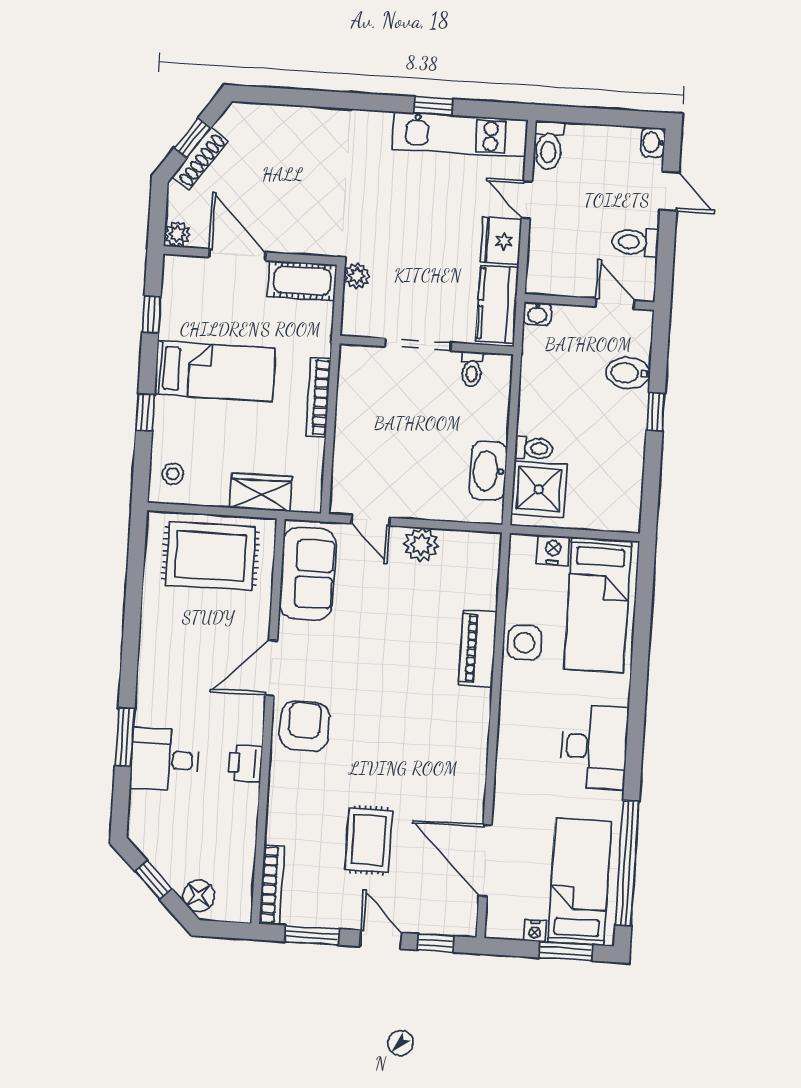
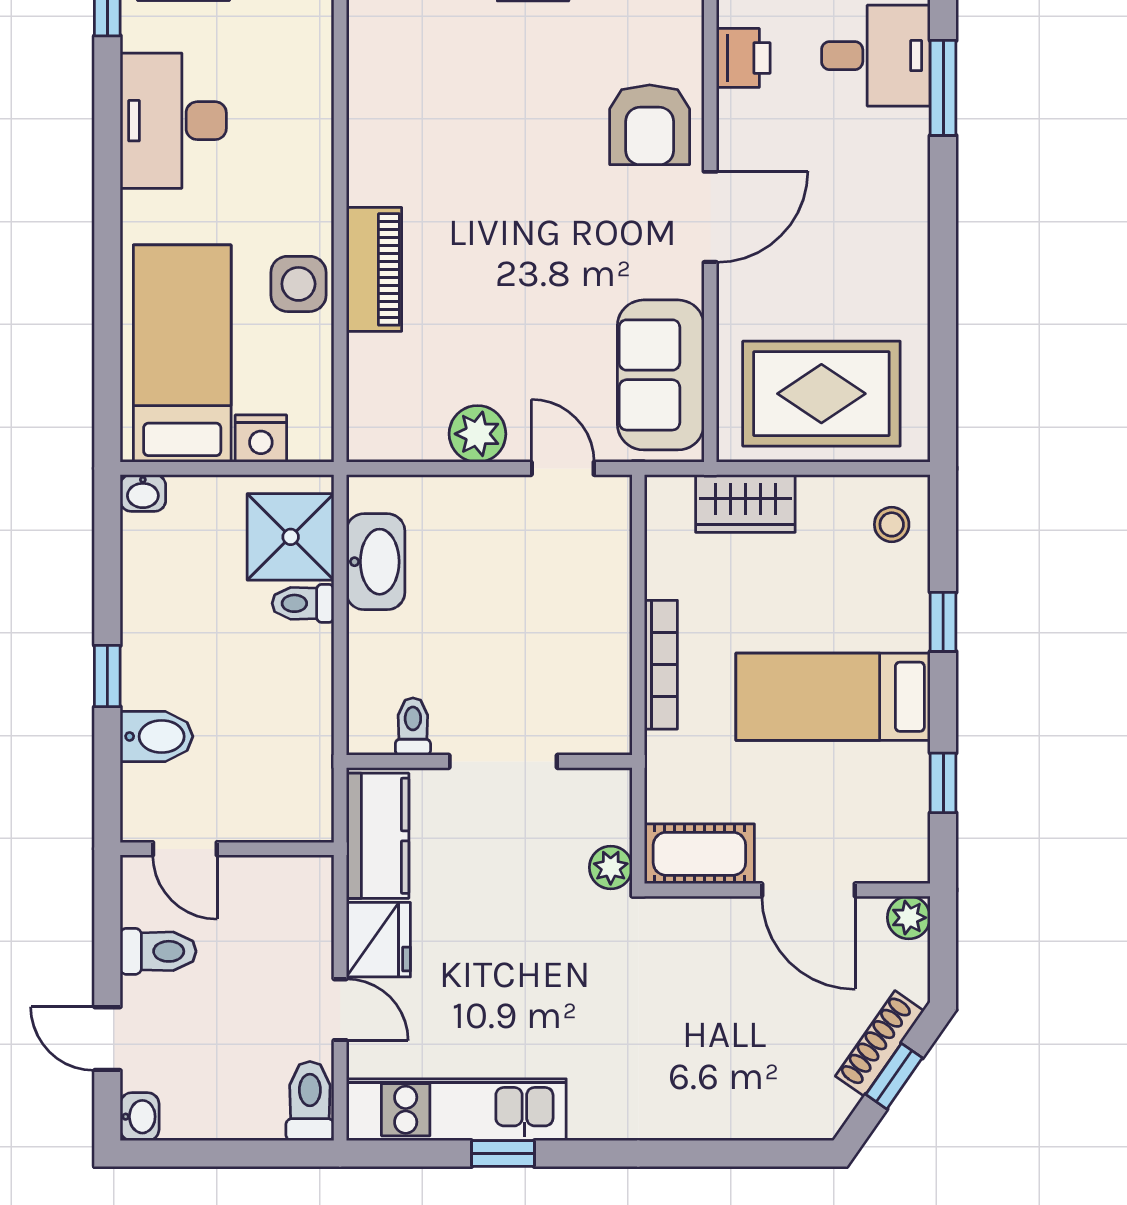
washbasin: (537, 314) -> (143, 493), moved, turned 180

